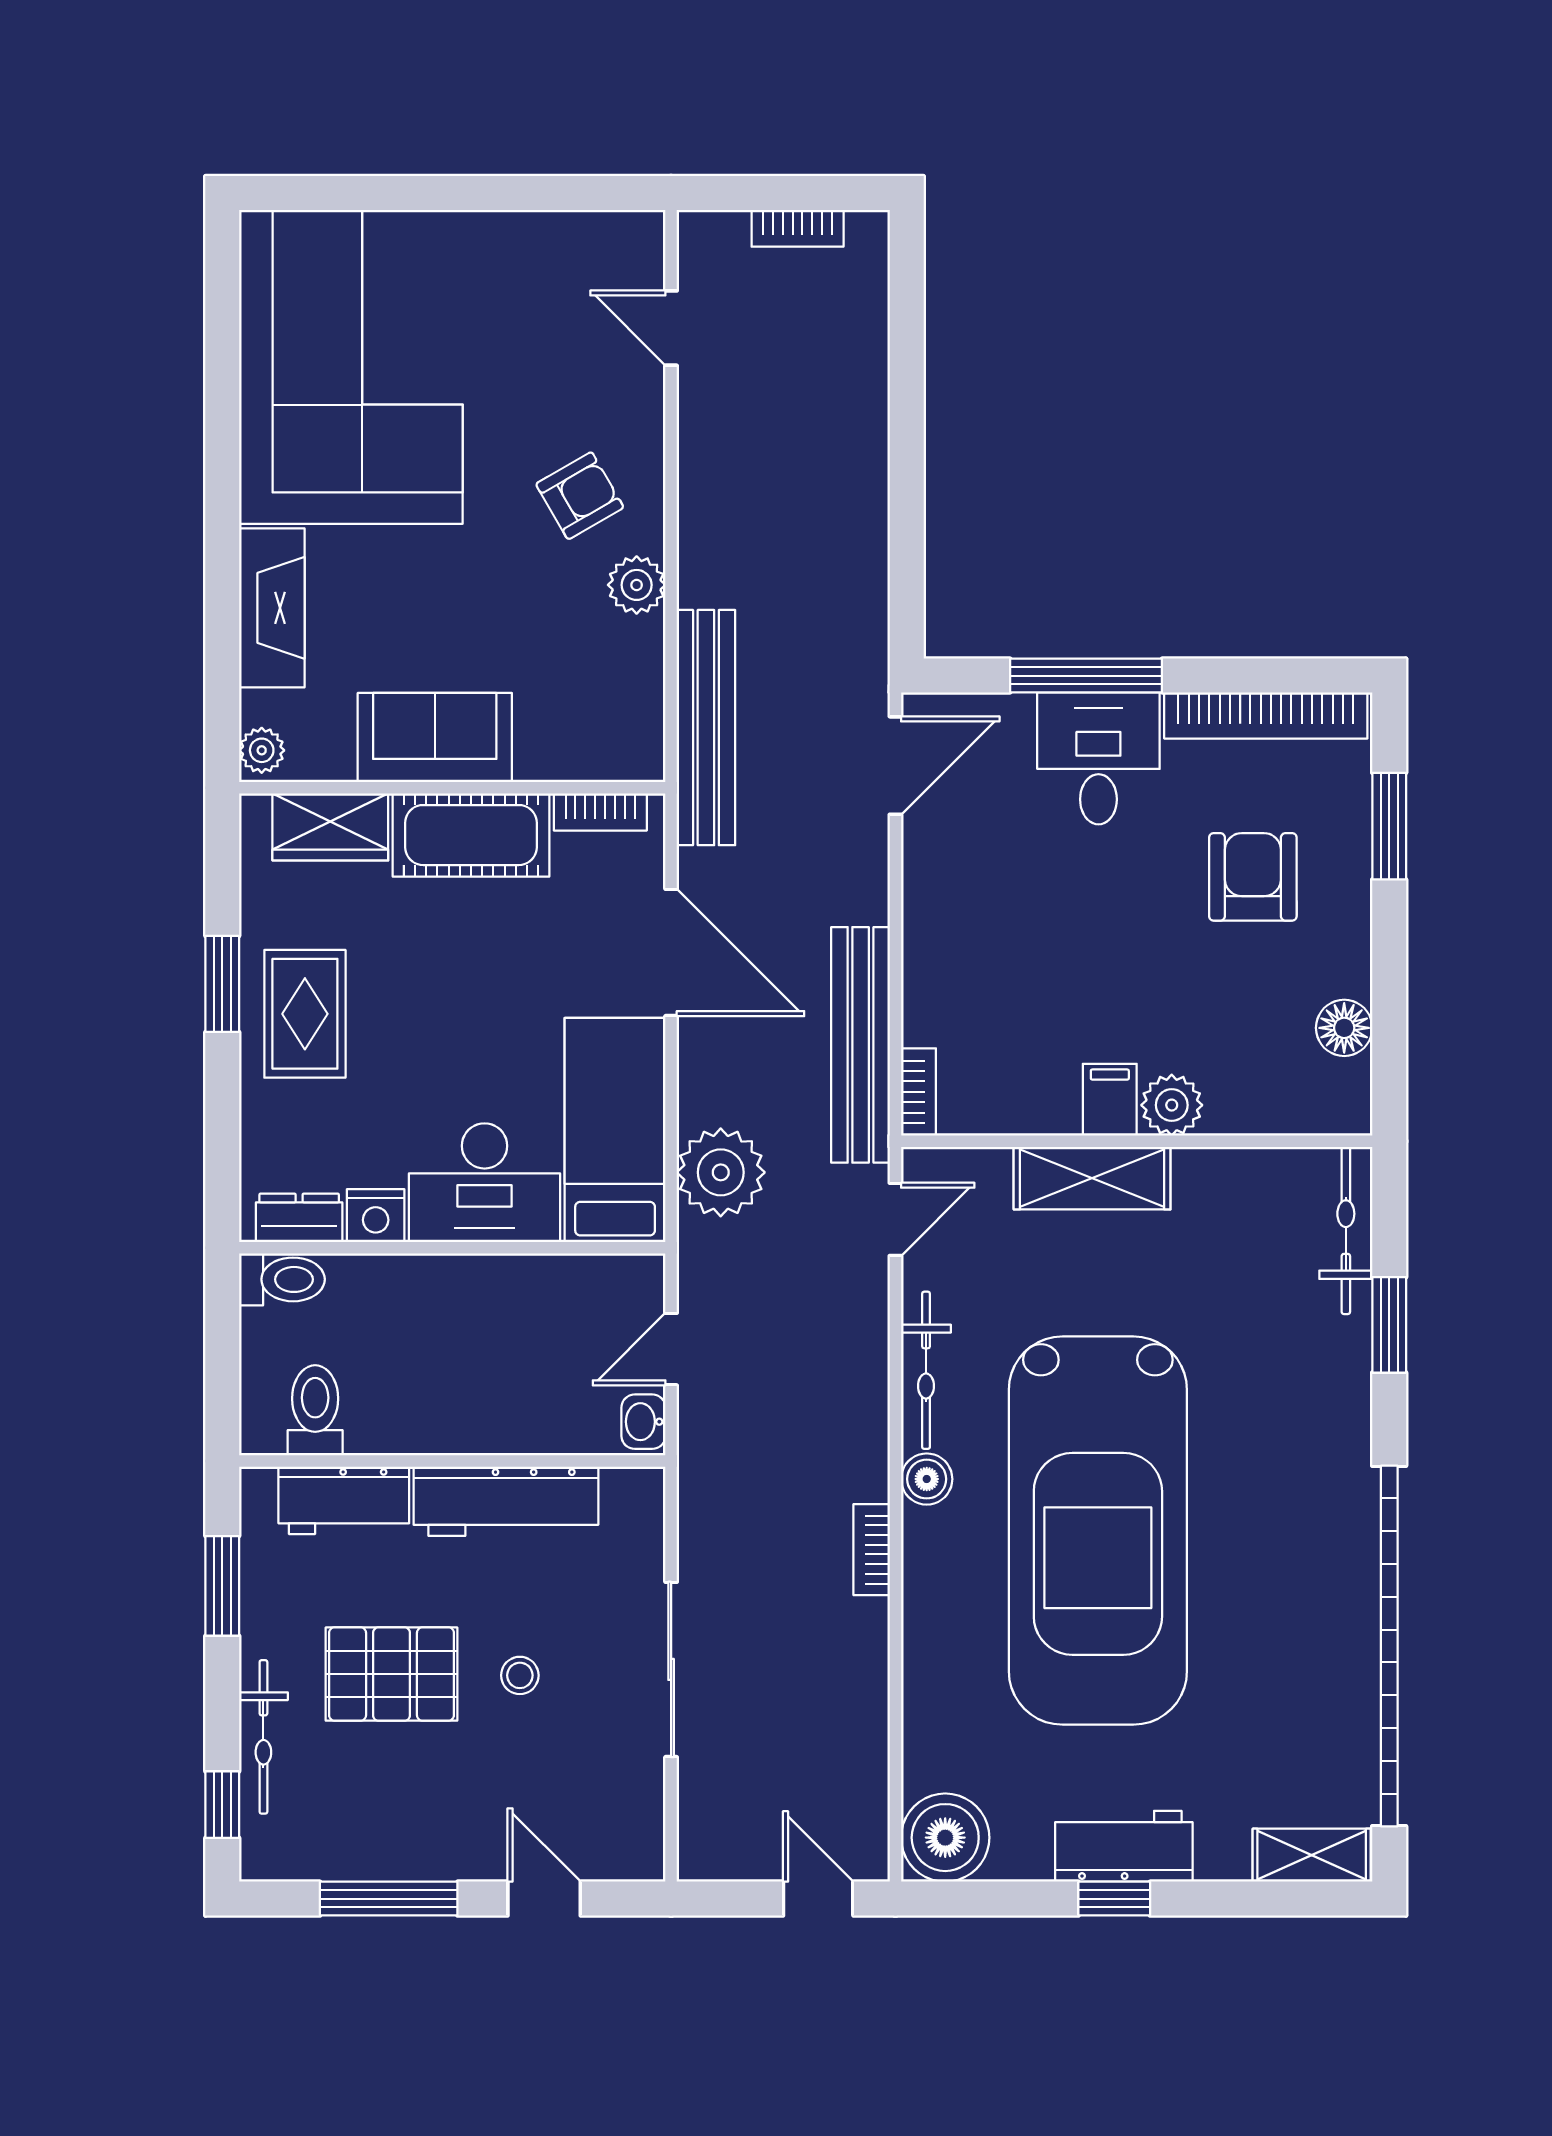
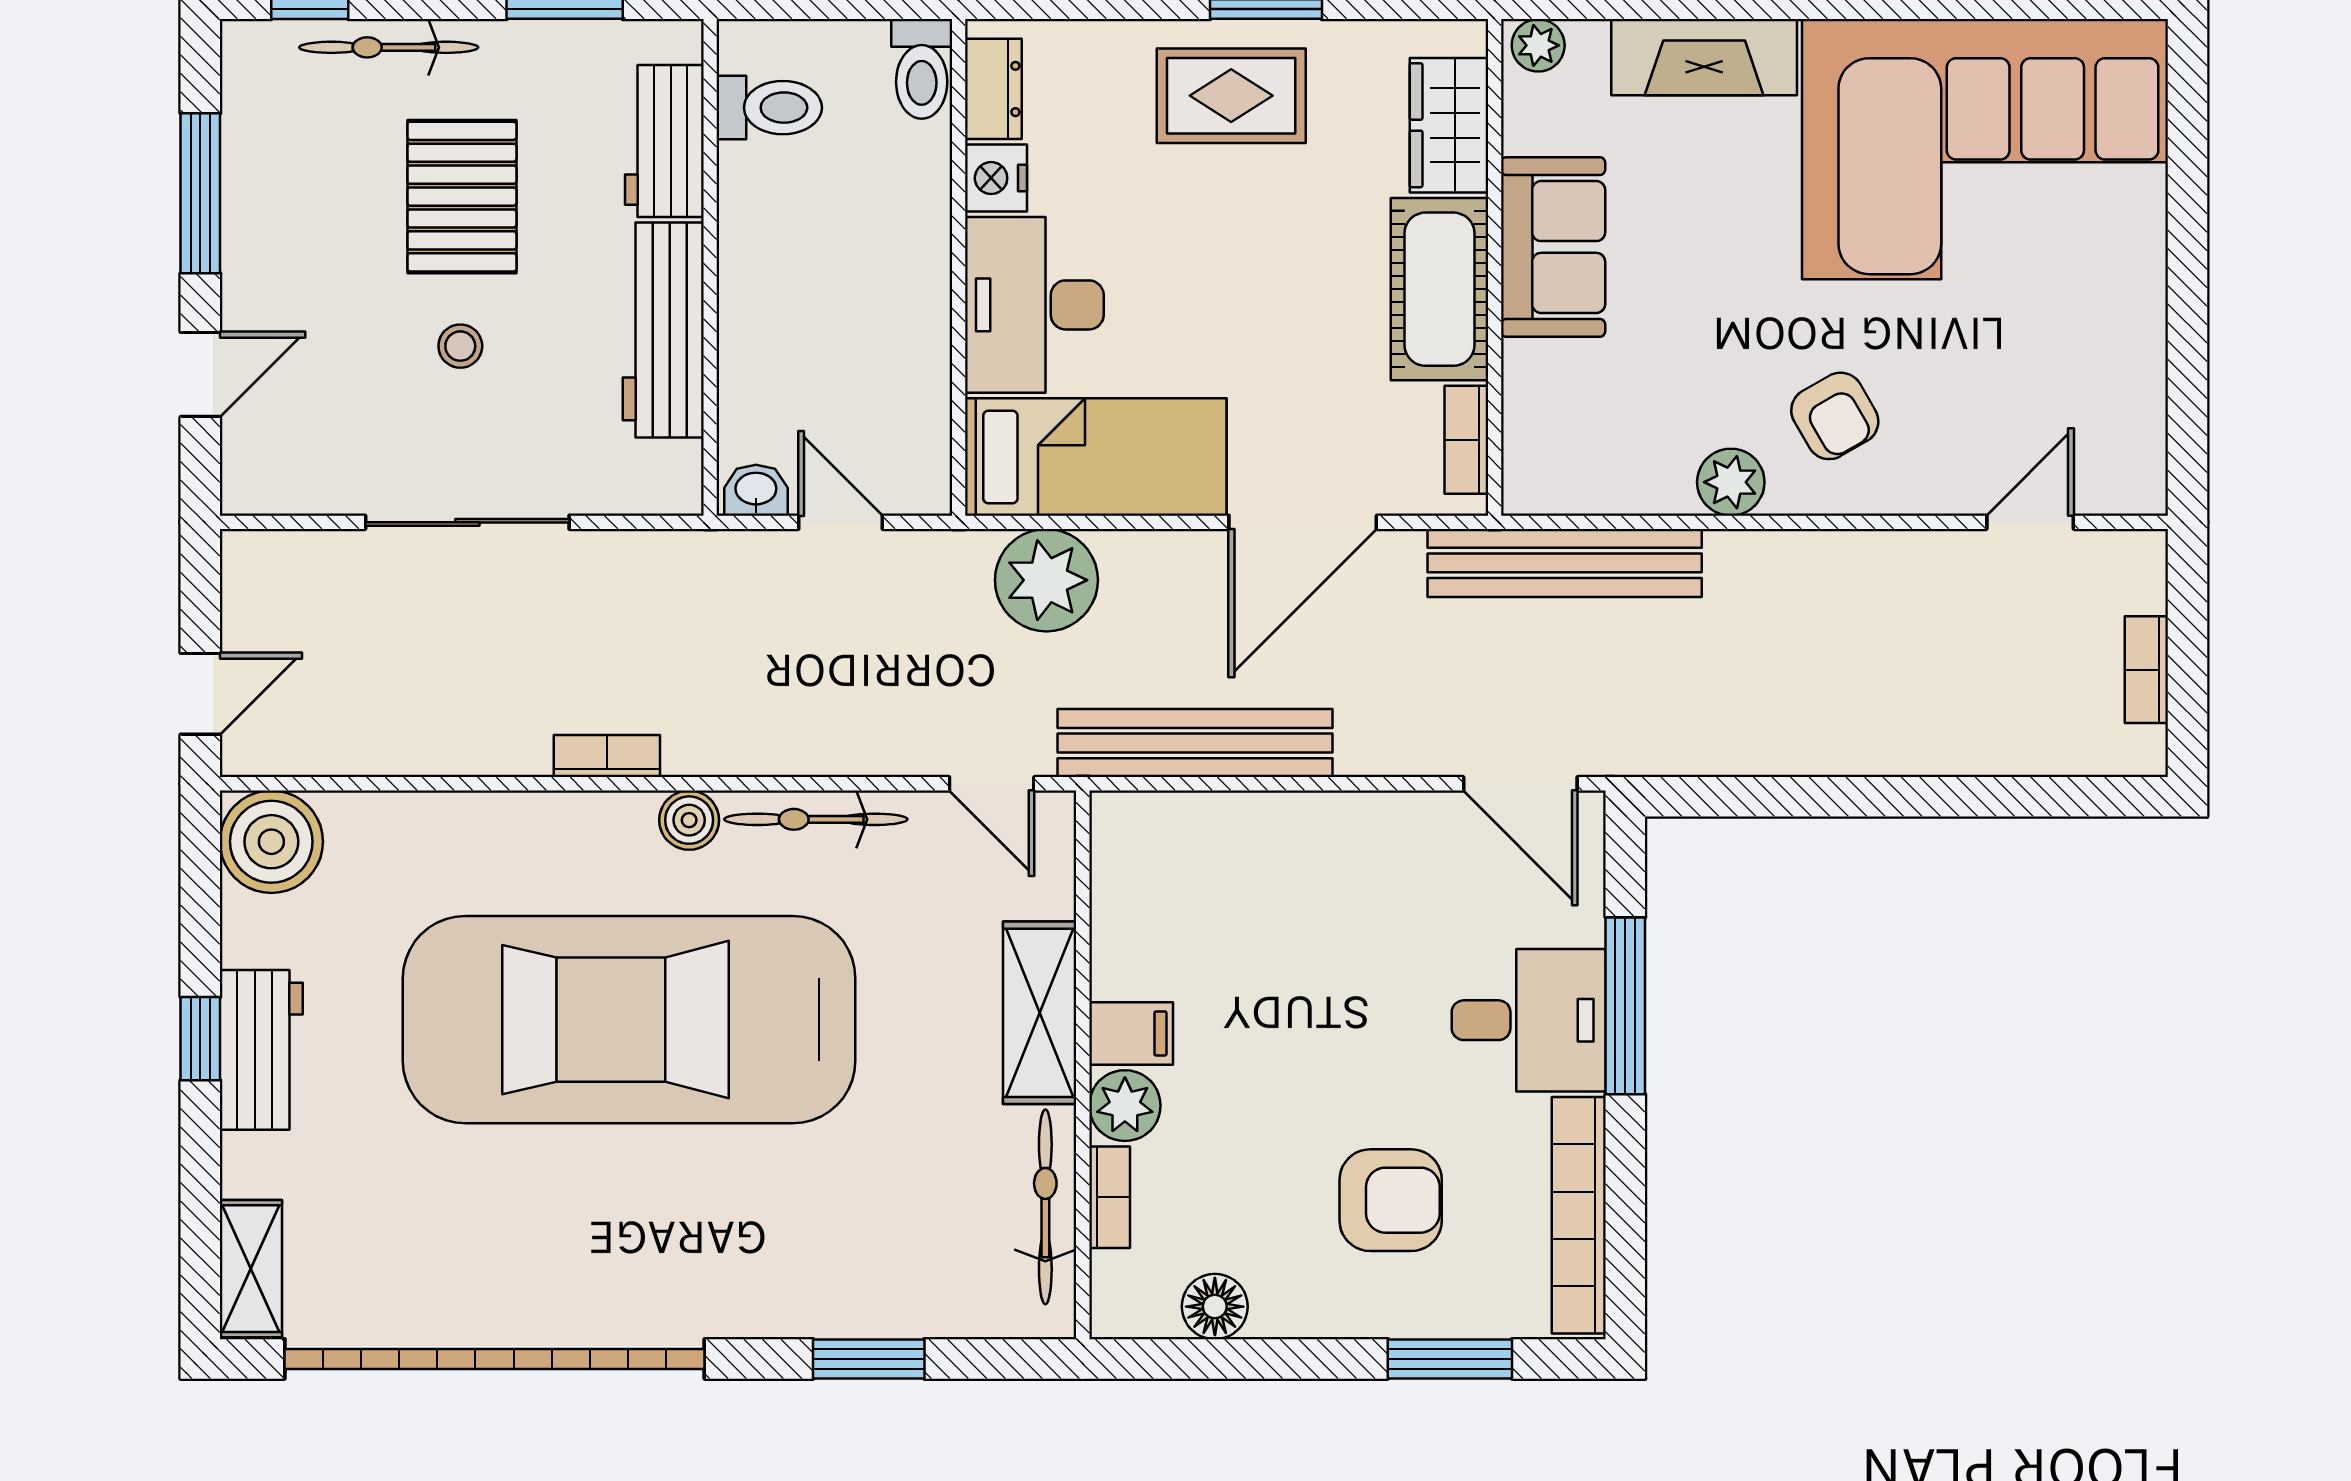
bookcase: (919, 1092) -> (1110, 1197), moved, turned -90
bicycle: (1346, 1230) -> (1045, 1207), moved, turned -90

